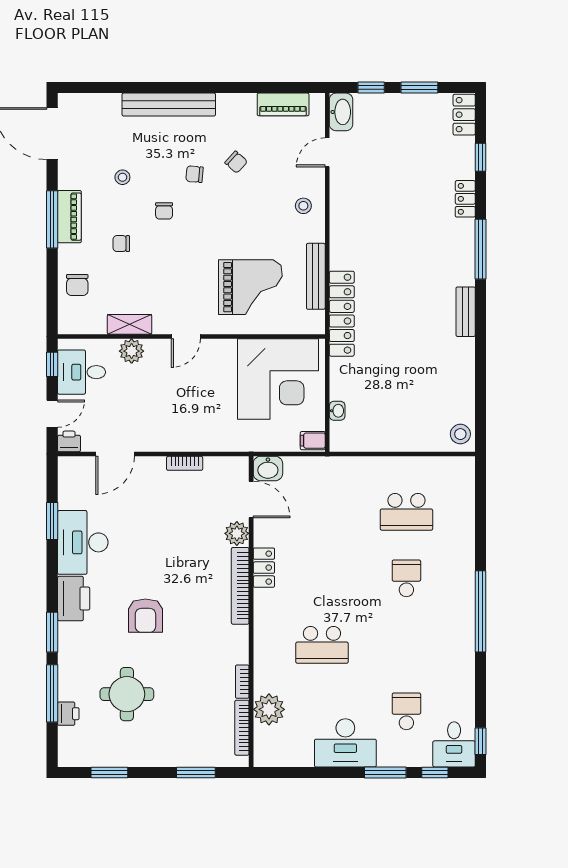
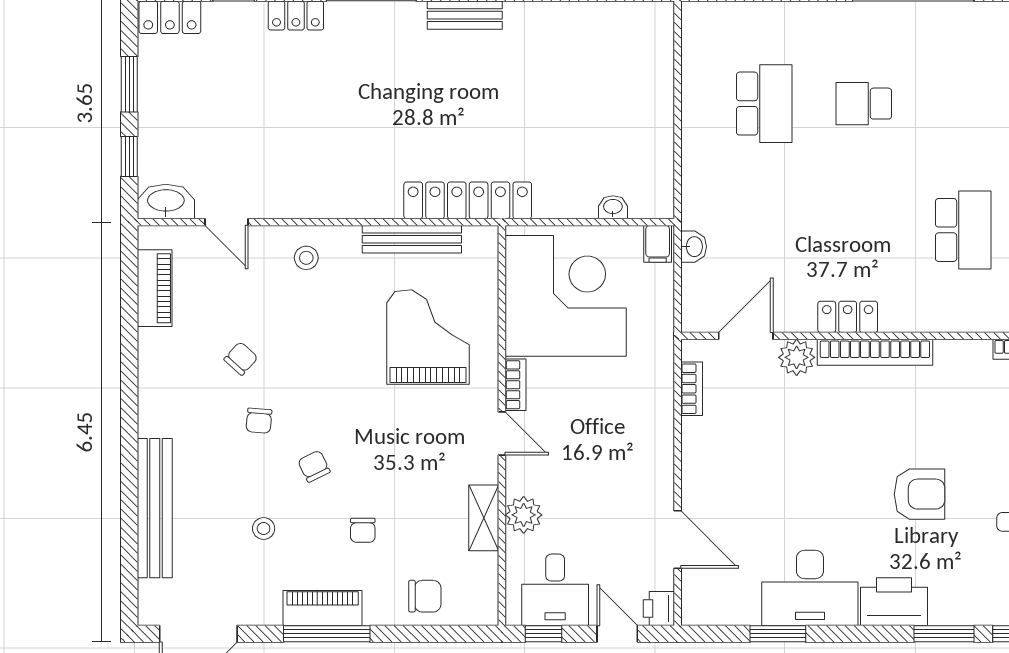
bench: (169, 105) -> (155, 508), moved
chair: (164, 211) -> (314, 466), turned -116
bookcase: (219, 346) -> (515, 385), added
stool: (460, 434) -> (648, 23), removed
bookcase: (185, 463) -> (692, 389), moved
washbasin: (268, 468) -> (694, 247), moved, width x0.72, depth x0.69

